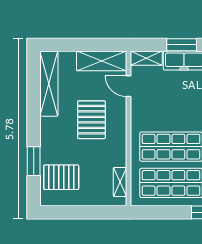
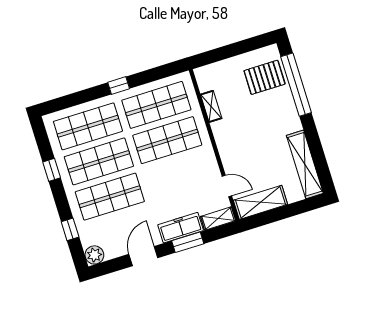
pallet: (91, 120) -> (253, 142), removed
window: (34, 161) -> (296, 85), width x2.11
shelving: (120, 182) -> (211, 106), moved

